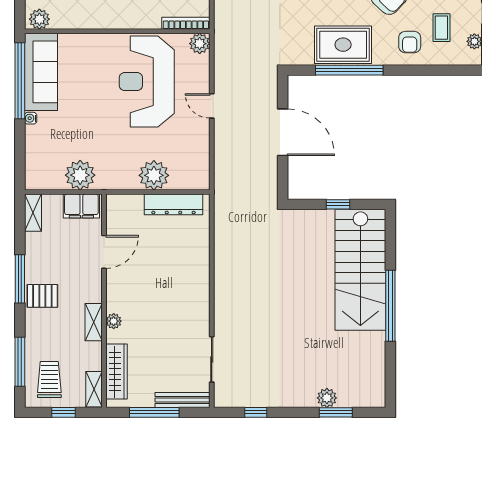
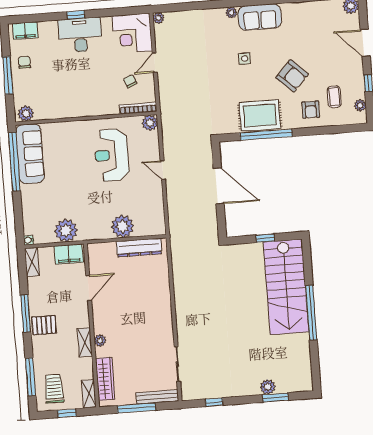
reception desk: (147, 82) -> (112, 155), width x0.74, depth x0.77
water cooler: (31, 118) -> (29, 240), moved

